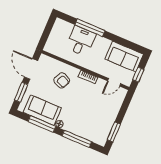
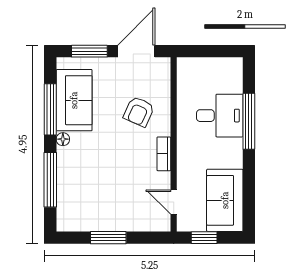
window: (114, 132) -> (108, 238), moved

